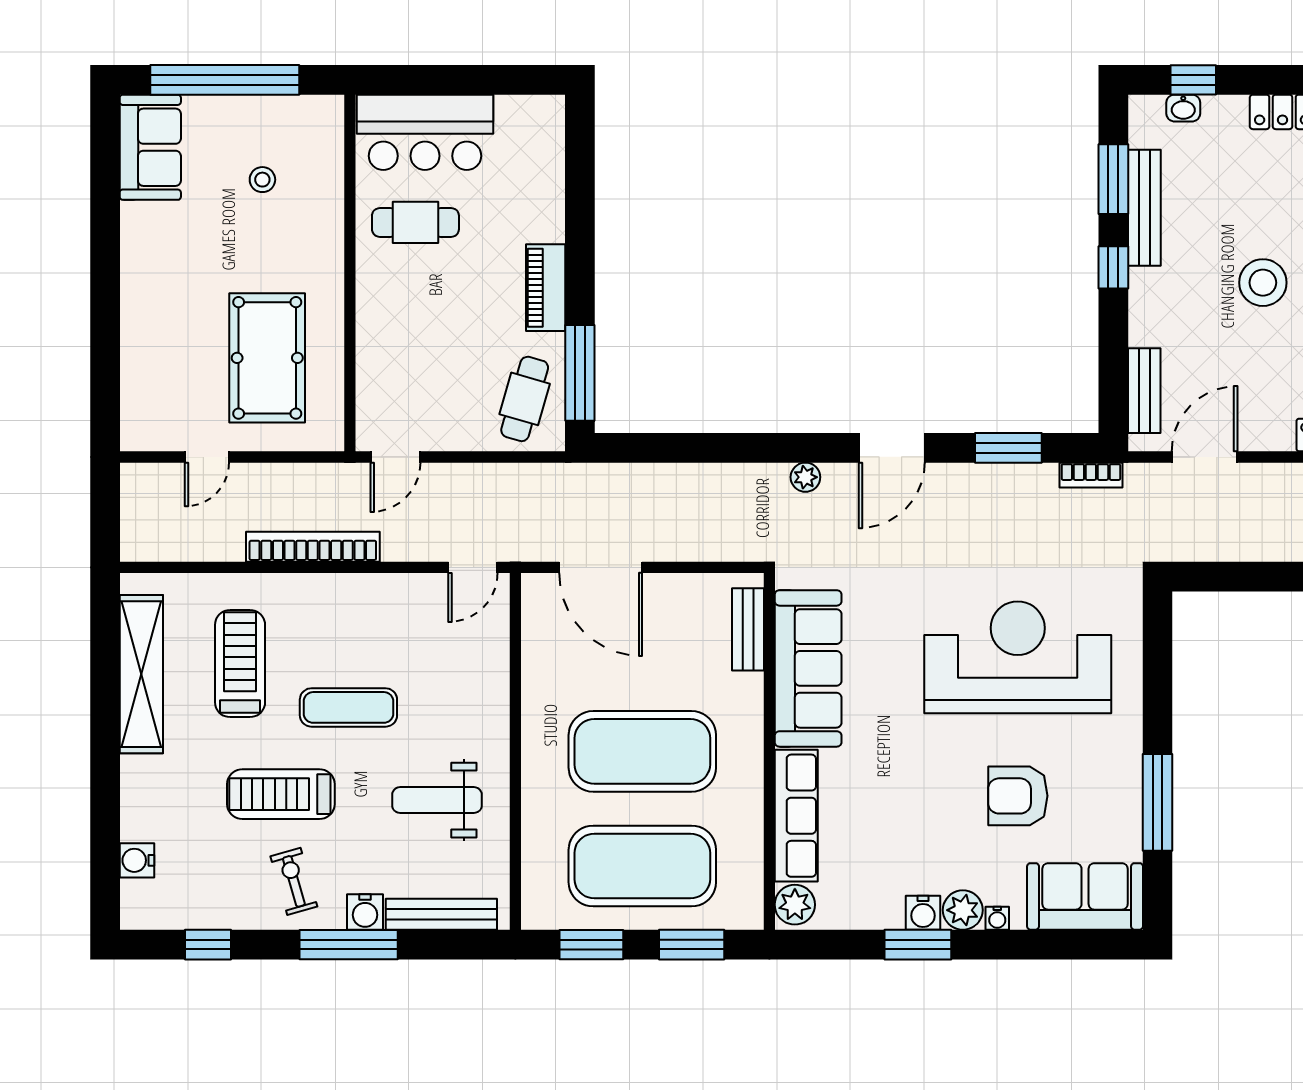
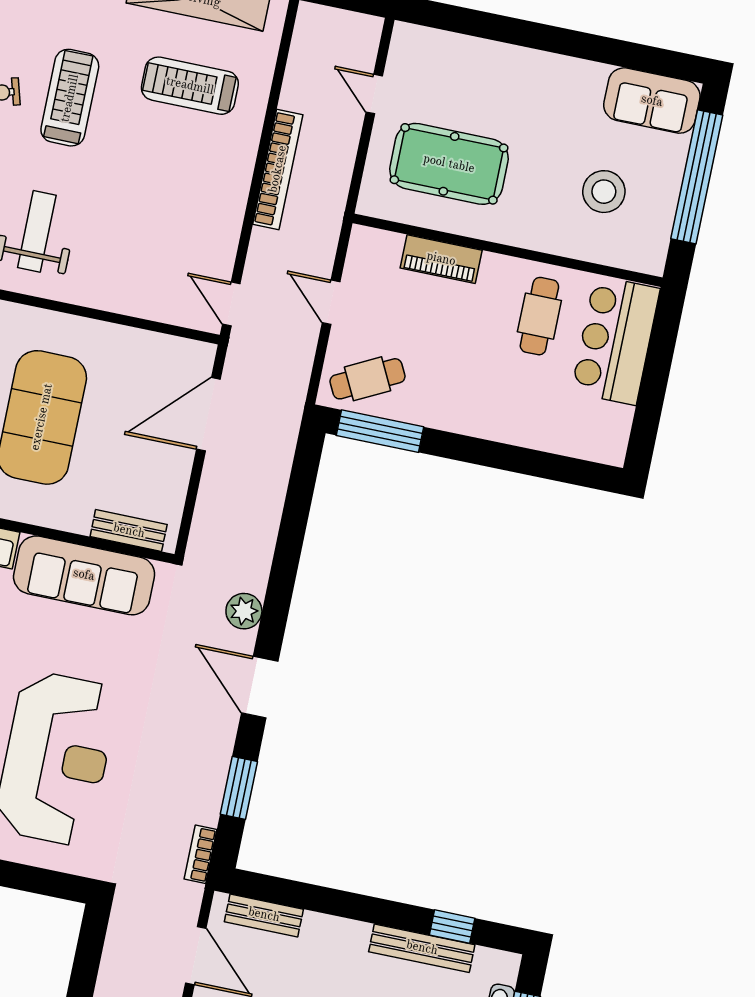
window: (1113, 179) -> (452, 927), width x0.67
stool: (262, 180) -> (604, 192), width x1.89, depth x1.89
window: (1113, 267) -> (376, 911), removed
piano: (546, 288) -> (441, 259), moved, turned 180
cafe table: (525, 399) -> (367, 379), turned -43
door: (395, 457) -> (331, 302), moved
plant: (805, 477) -> (244, 611), width x1.38, depth x1.38
treadmill: (240, 664) -> (190, 86), turned 180
exercise mat: (348, 707) -> (133, 172), removed

